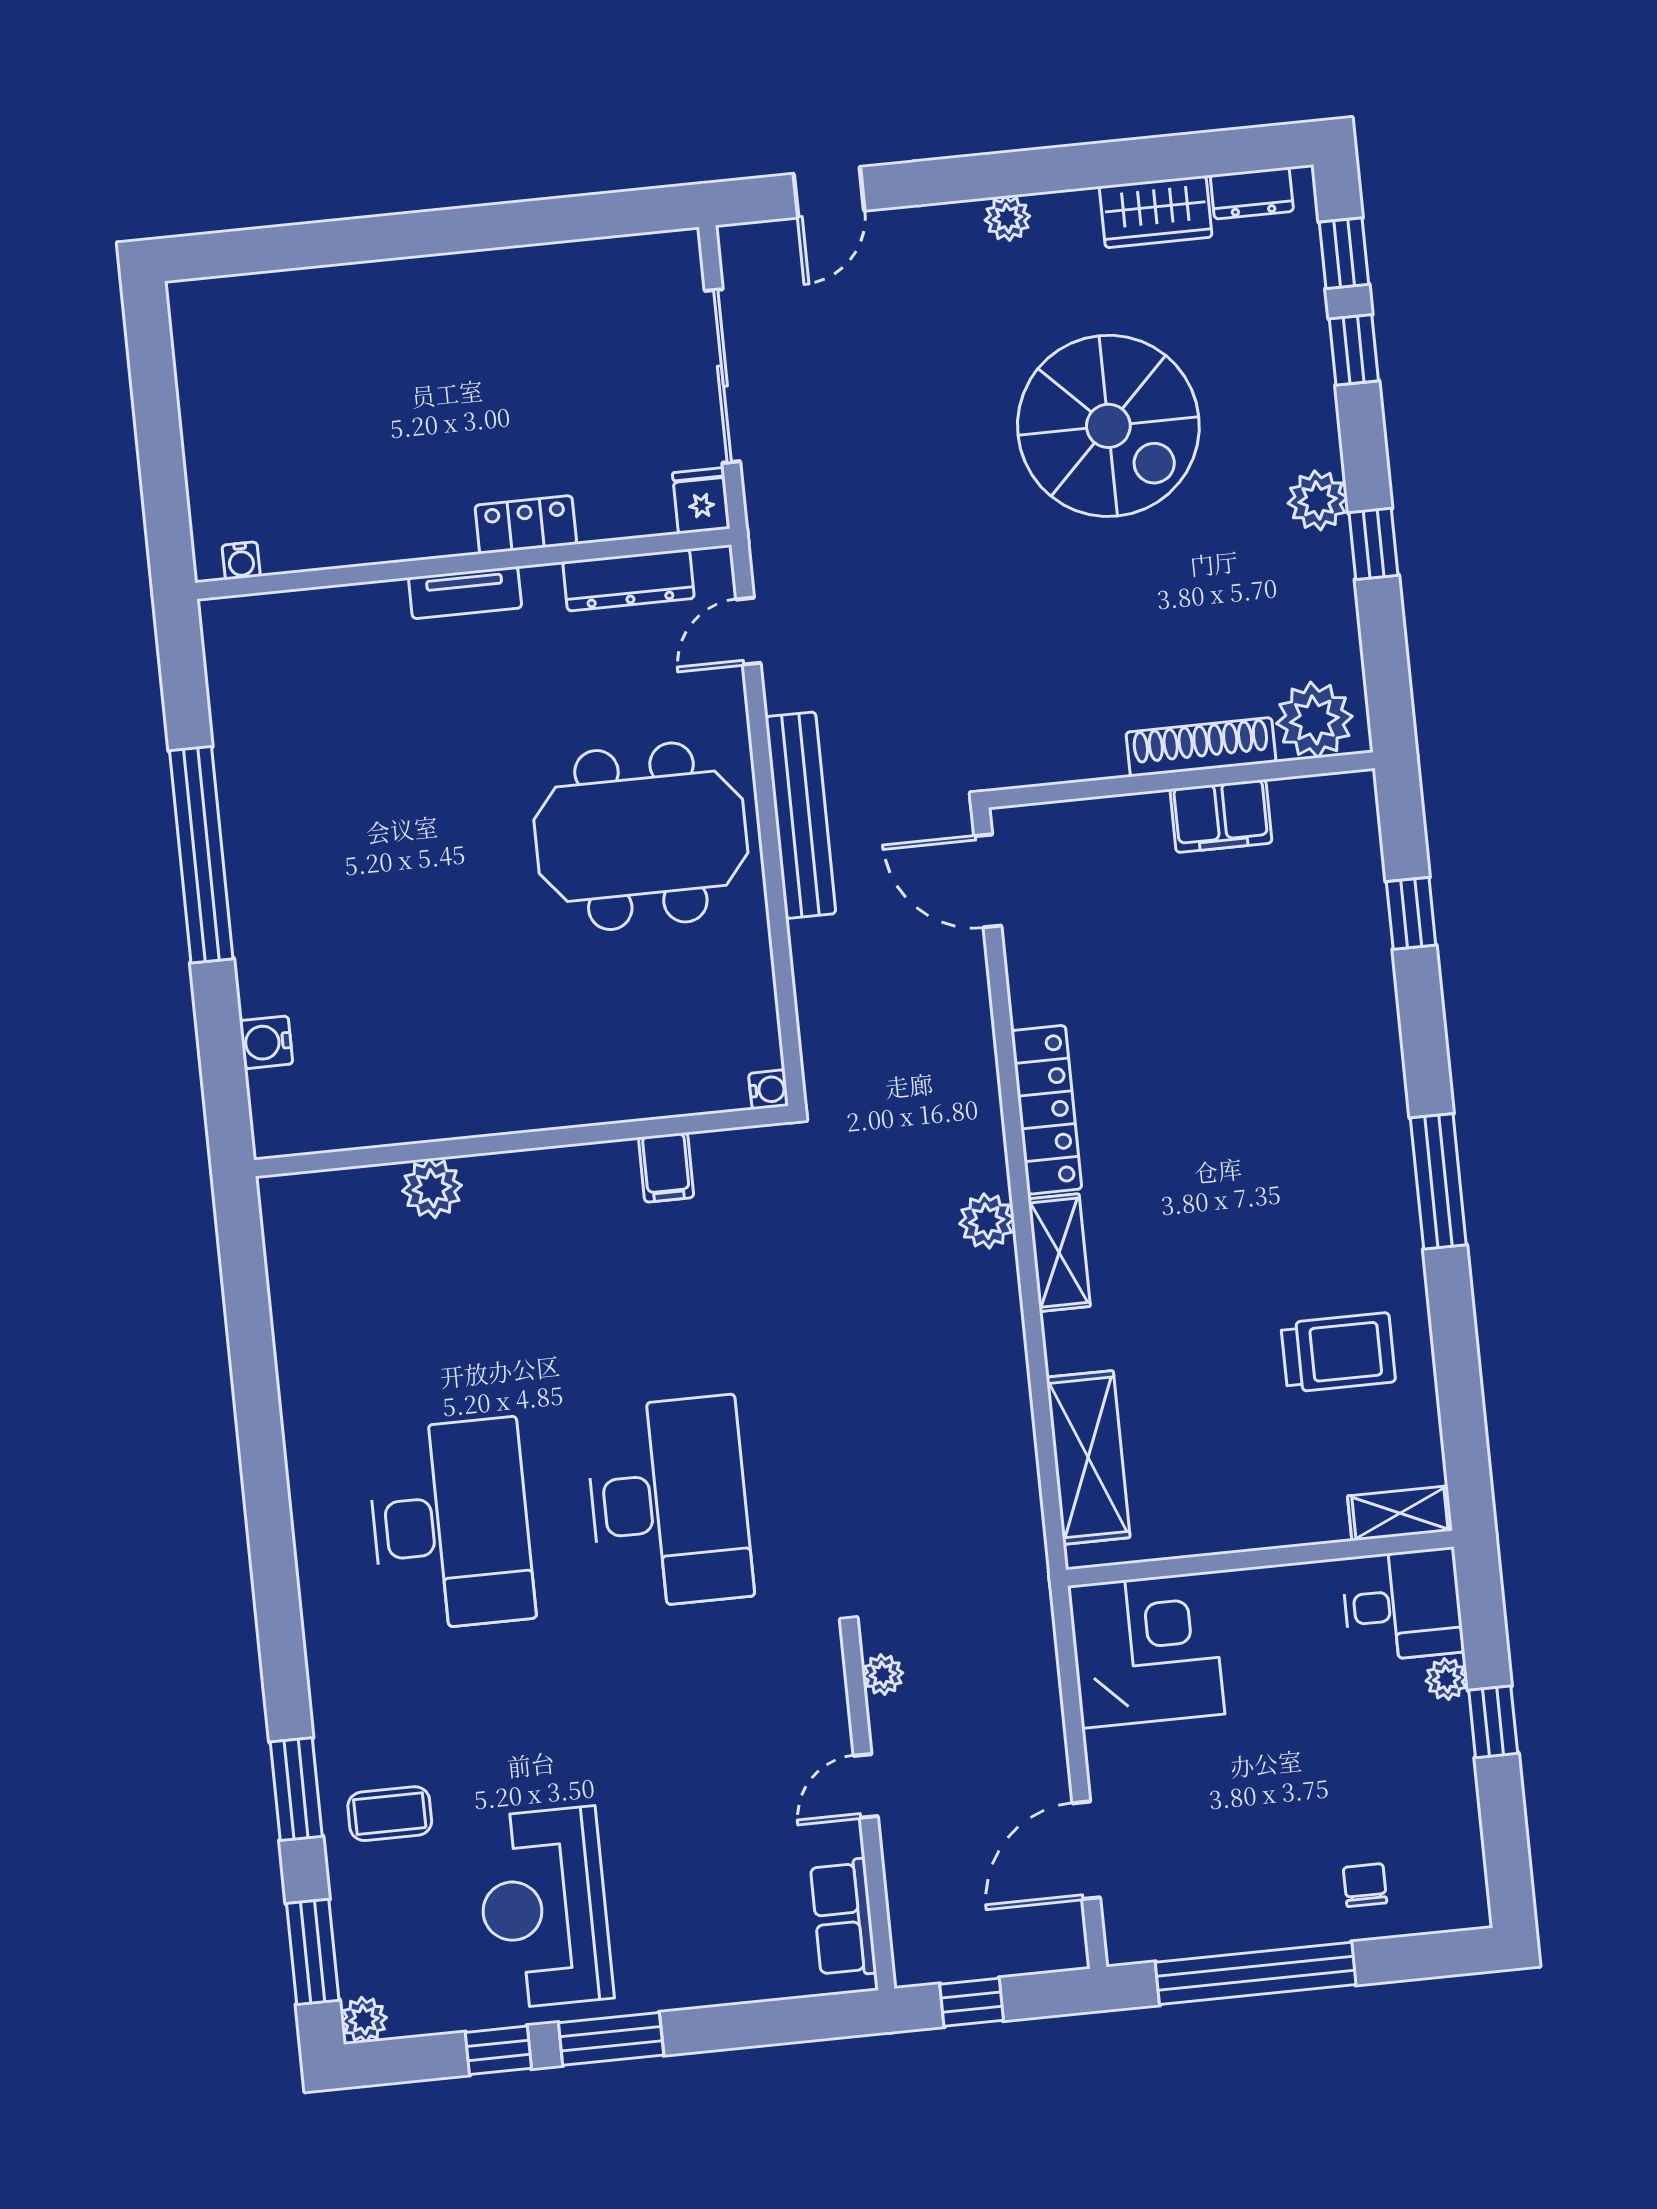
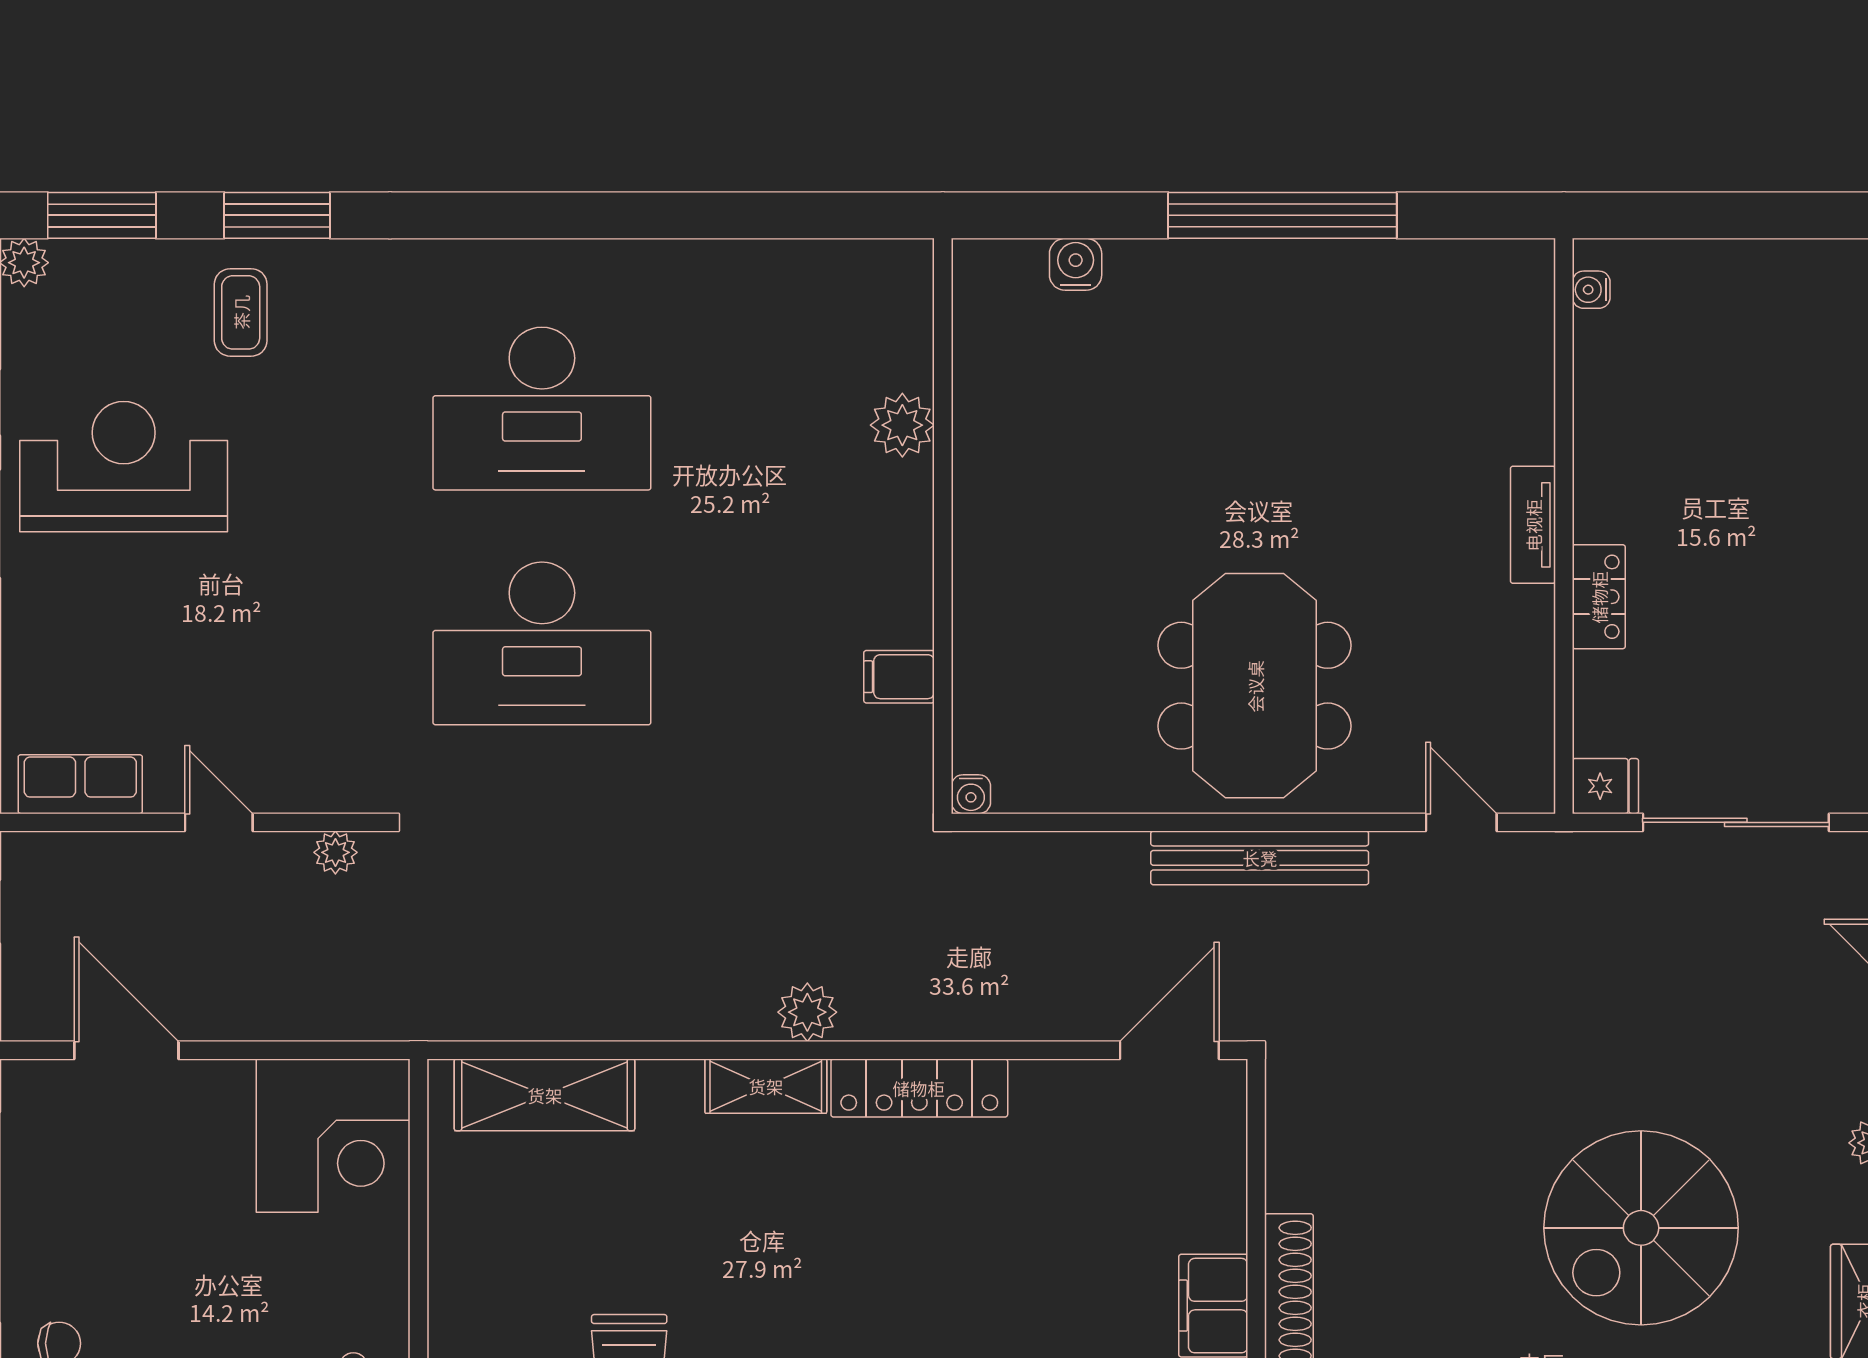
dresser: (629, 580) -> (1529, 700), removed

